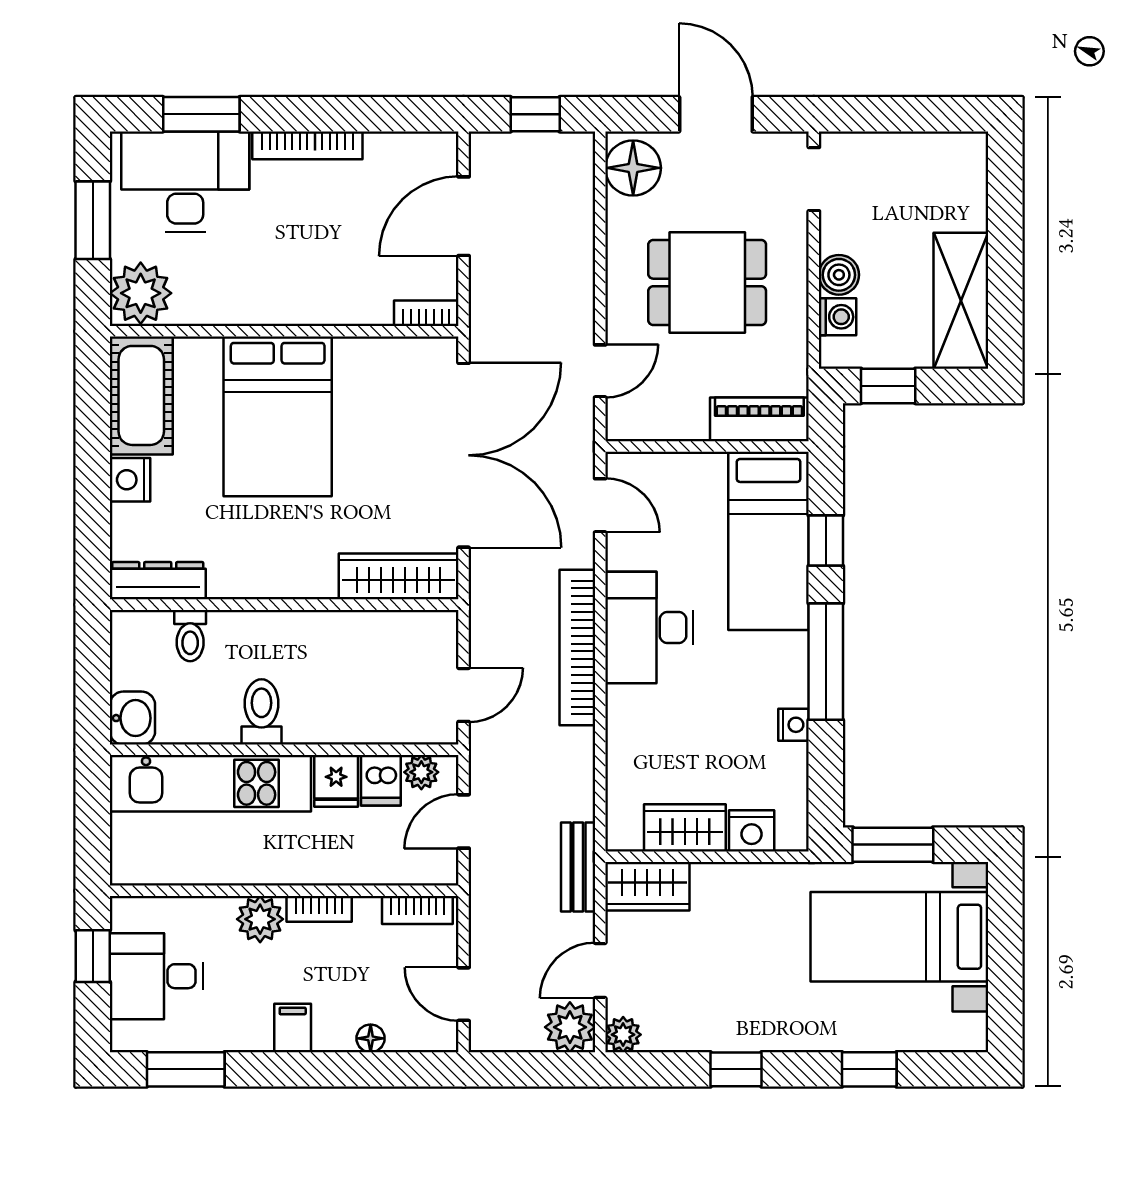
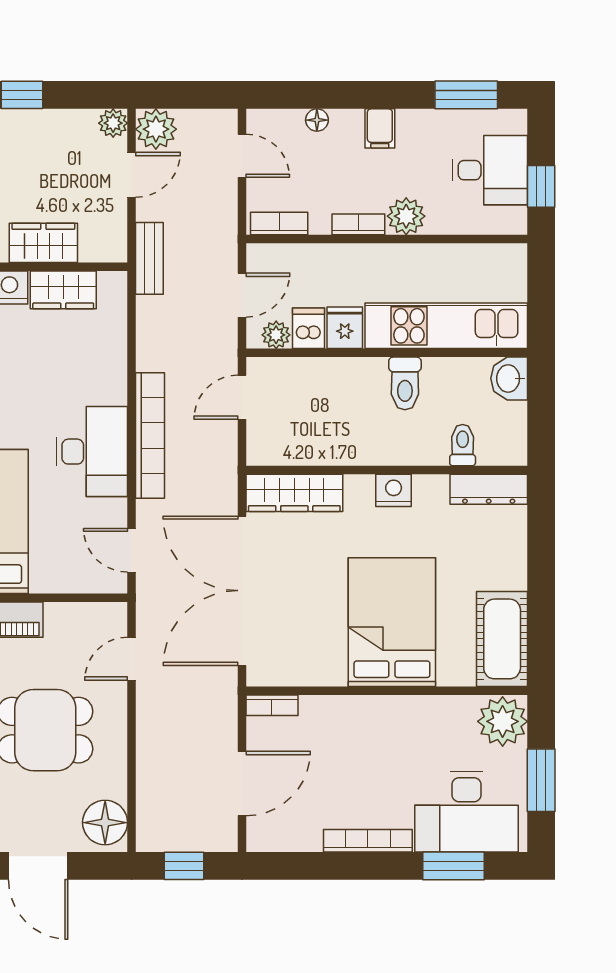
nightstand: (130, 480) -> (394, 490), moved, turned -90
wardrobe: (647, 886) -> (43, 243), moved

